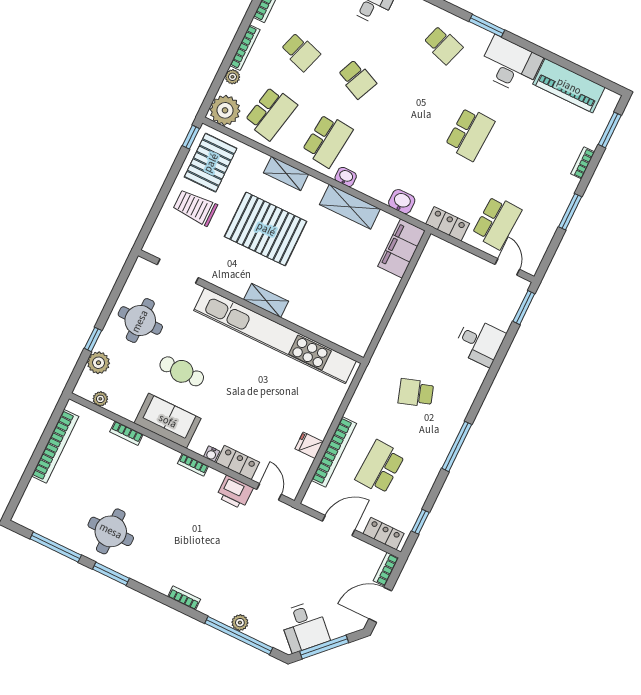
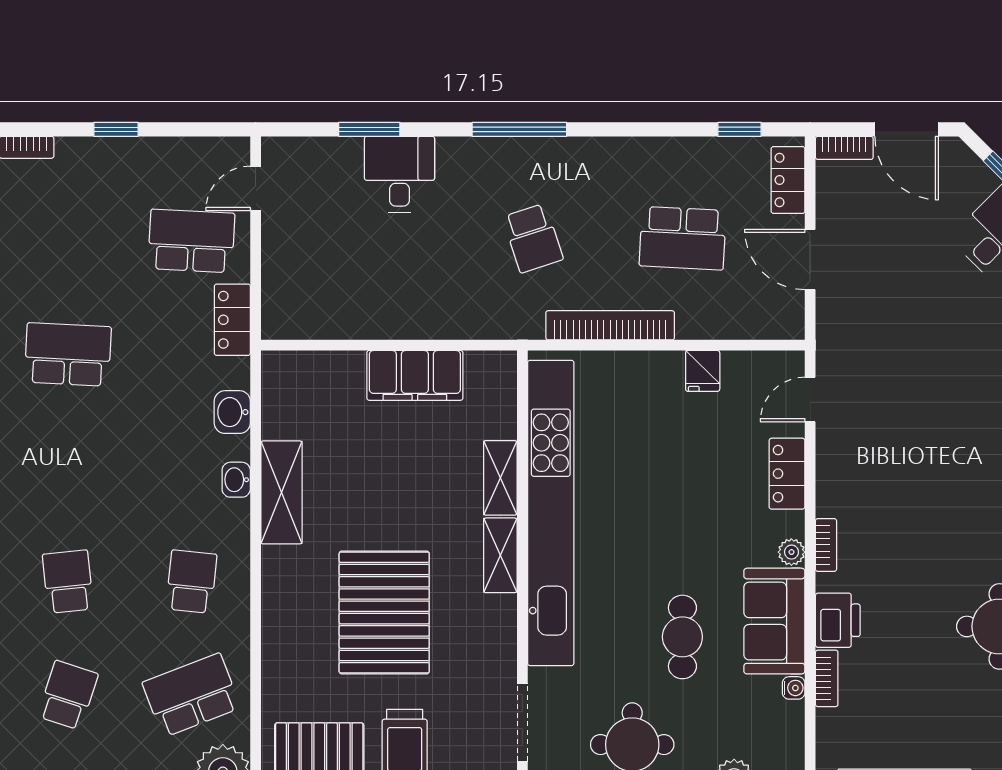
school desk: (357, 79) -> (68, 582), turned -30
school desk: (271, 113) -> (191, 695), turned -33
school desk: (327, 141) -> (191, 582), width x0.54
shelving: (286, 174) -> (500, 478), moved
washbasin: (346, 177) -> (236, 480), moved
window: (570, 212) -> (116, 129), width x0.67
filing cabinet: (402, 249) -> (415, 375), moved
window: (524, 308) -> (369, 129), moved
plant: (100, 399) -> (791, 552), moved
window: (457, 446) -> (519, 129), moved
bookcase: (334, 452) -> (610, 325), moved
water cooler: (212, 454) -> (794, 688), moved
printer: (235, 492) -> (838, 620), moved

